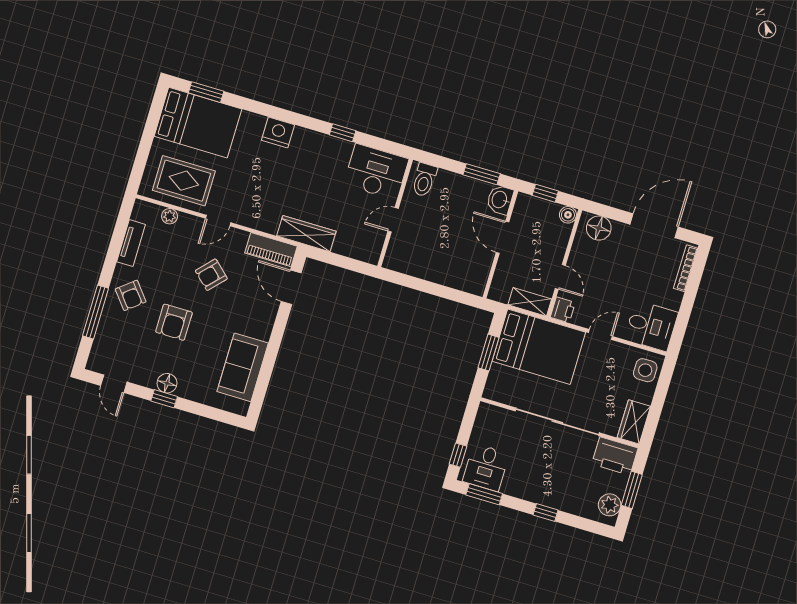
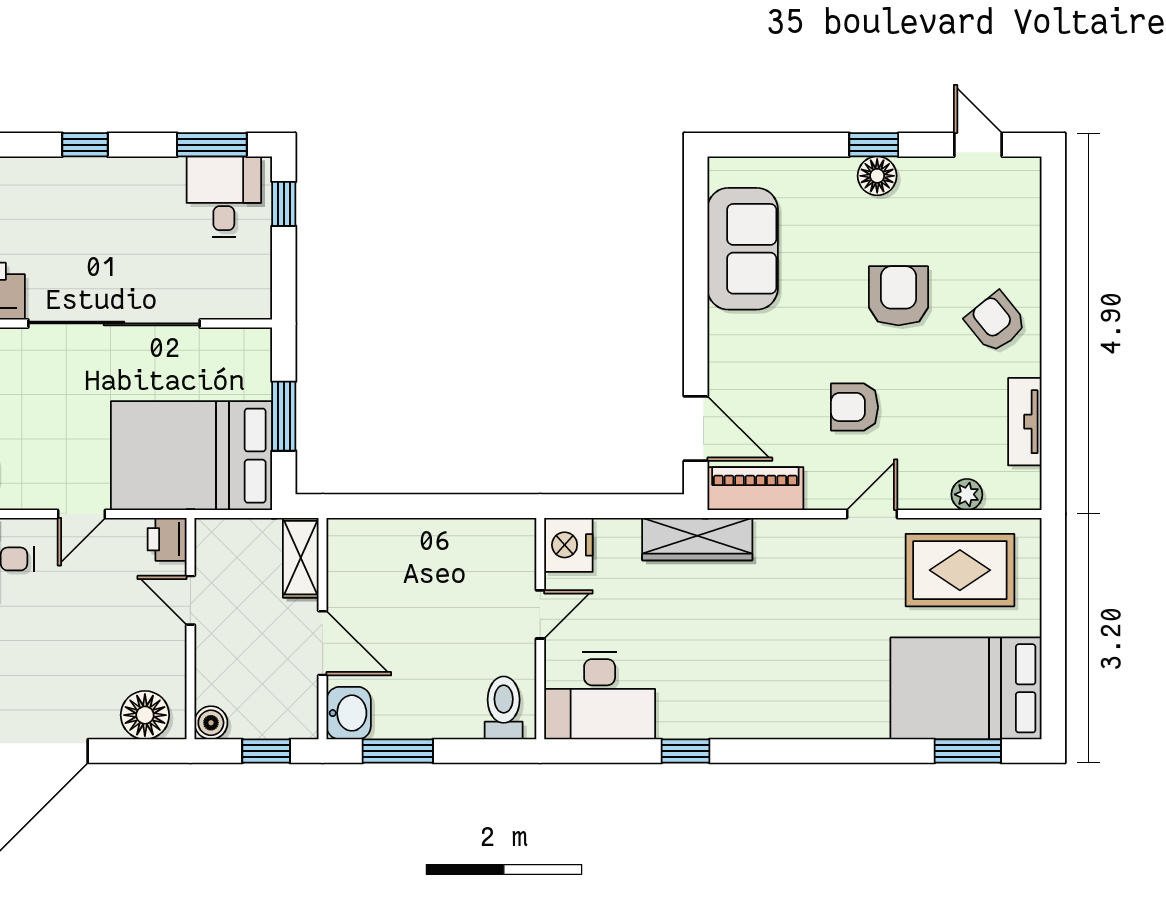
nightstand: (278, 132) -> (568, 545), moved, turned 90
armchair: (211, 275) -> (855, 407), turned -133
shelving: (530, 302) -> (301, 558), moved, turned 90
window: (96, 312) -> (1053, 271), removed

